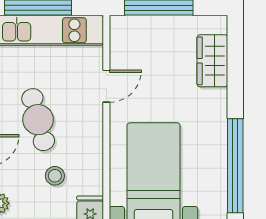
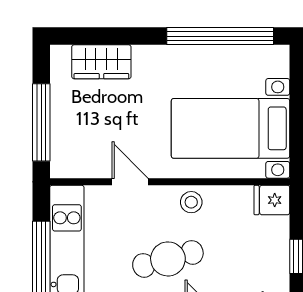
stool: (55, 176) -> (191, 202), moved

